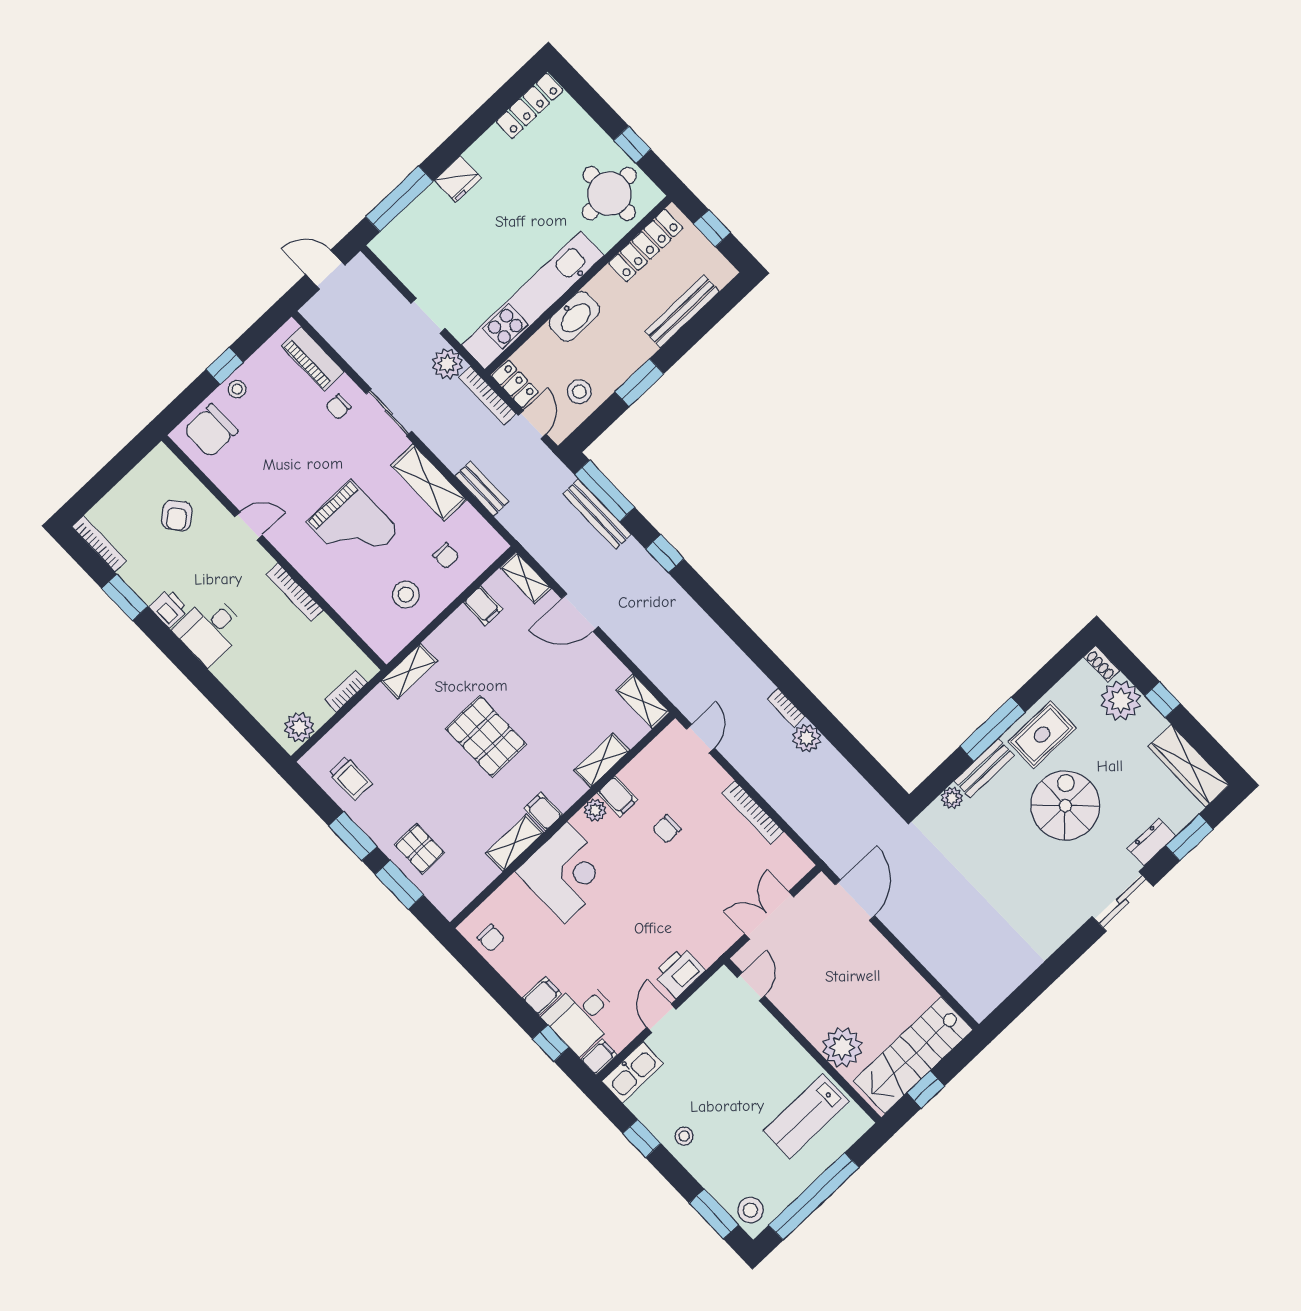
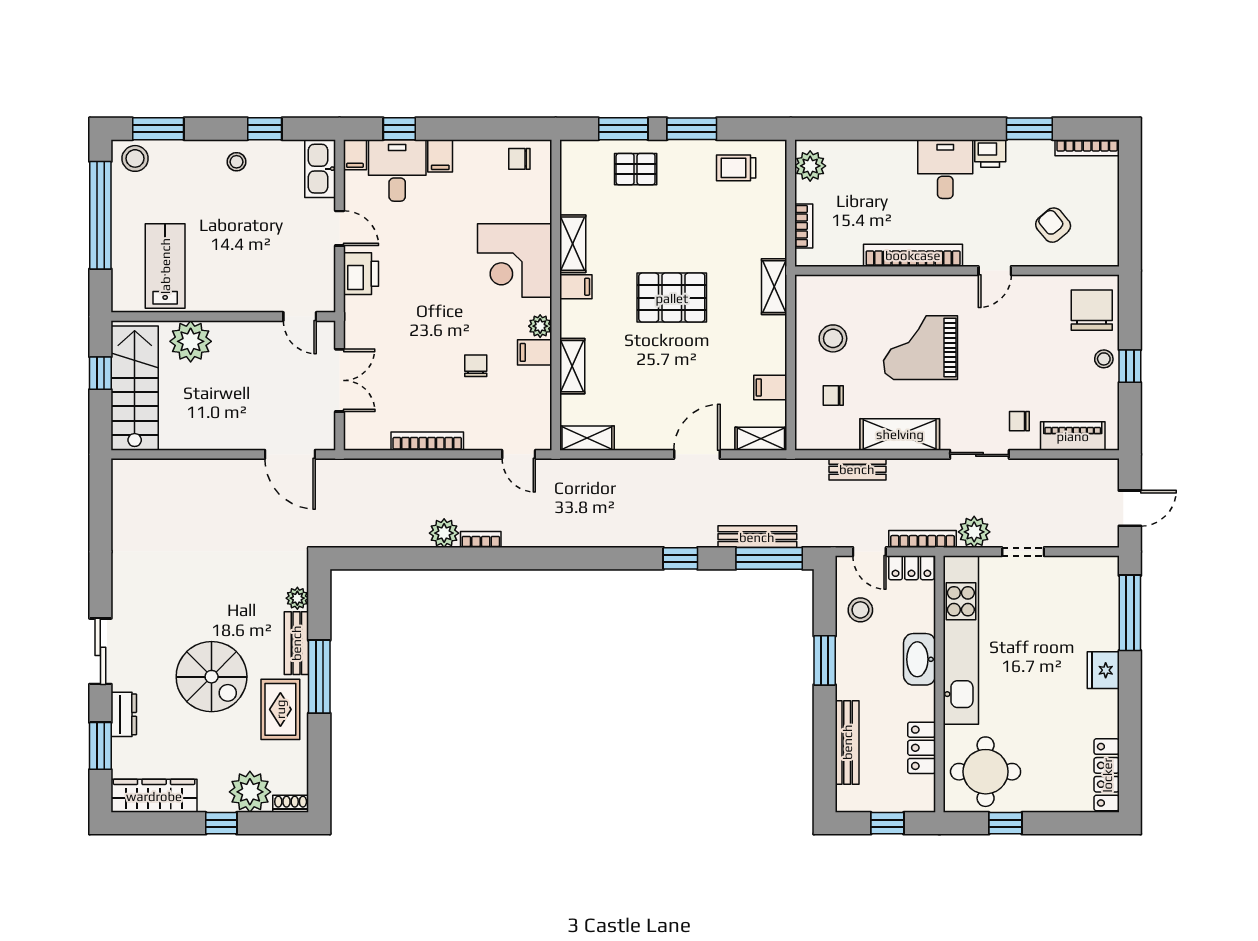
locker: (646, 245) -> (922, 748), width x0.66
chair: (338, 407) -> (1019, 421), turned -90
bookcase: (295, 592) -> (913, 255), width x1.48, depth x1.31

